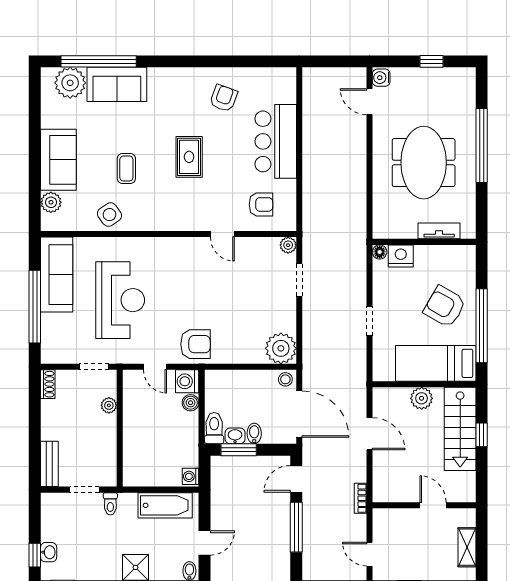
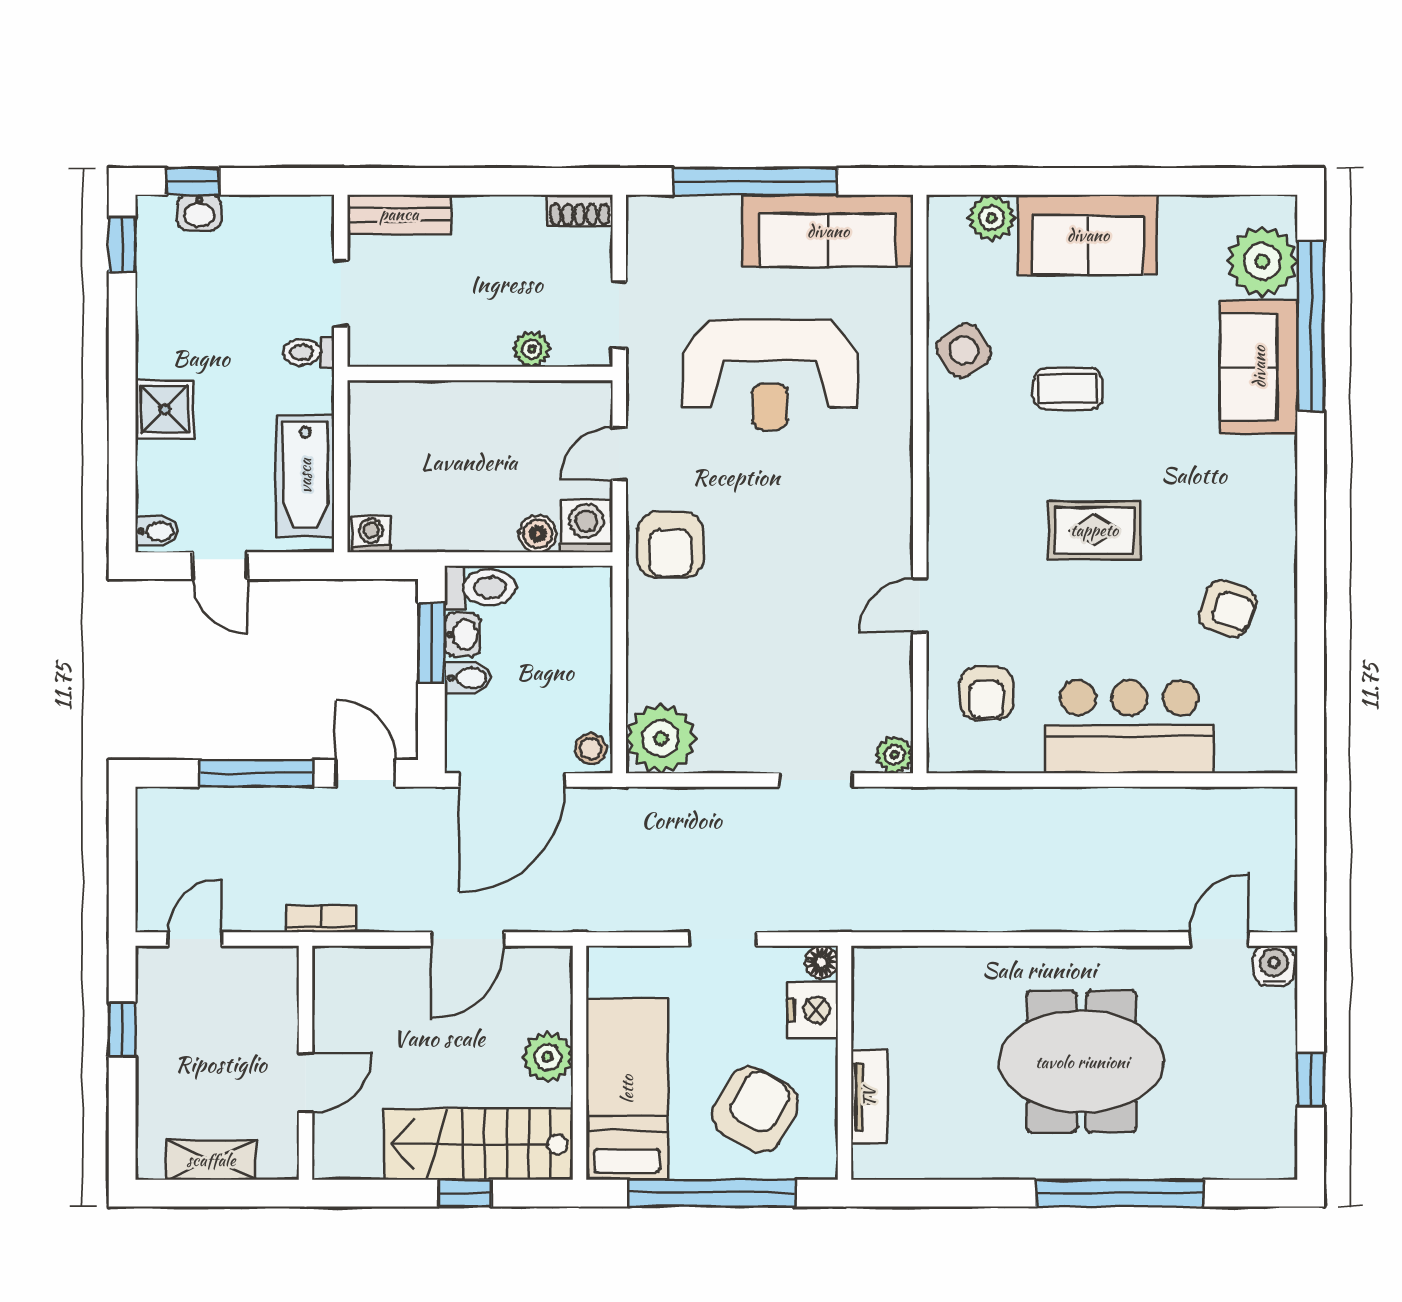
tv unit: (439, 231) -> (869, 1097), moved
wall: (424, 242) -> (845, 1063), moved
floor lamp: (380, 252) -> (822, 962), moved
nightstand: (401, 256) -> (813, 1010), moved

